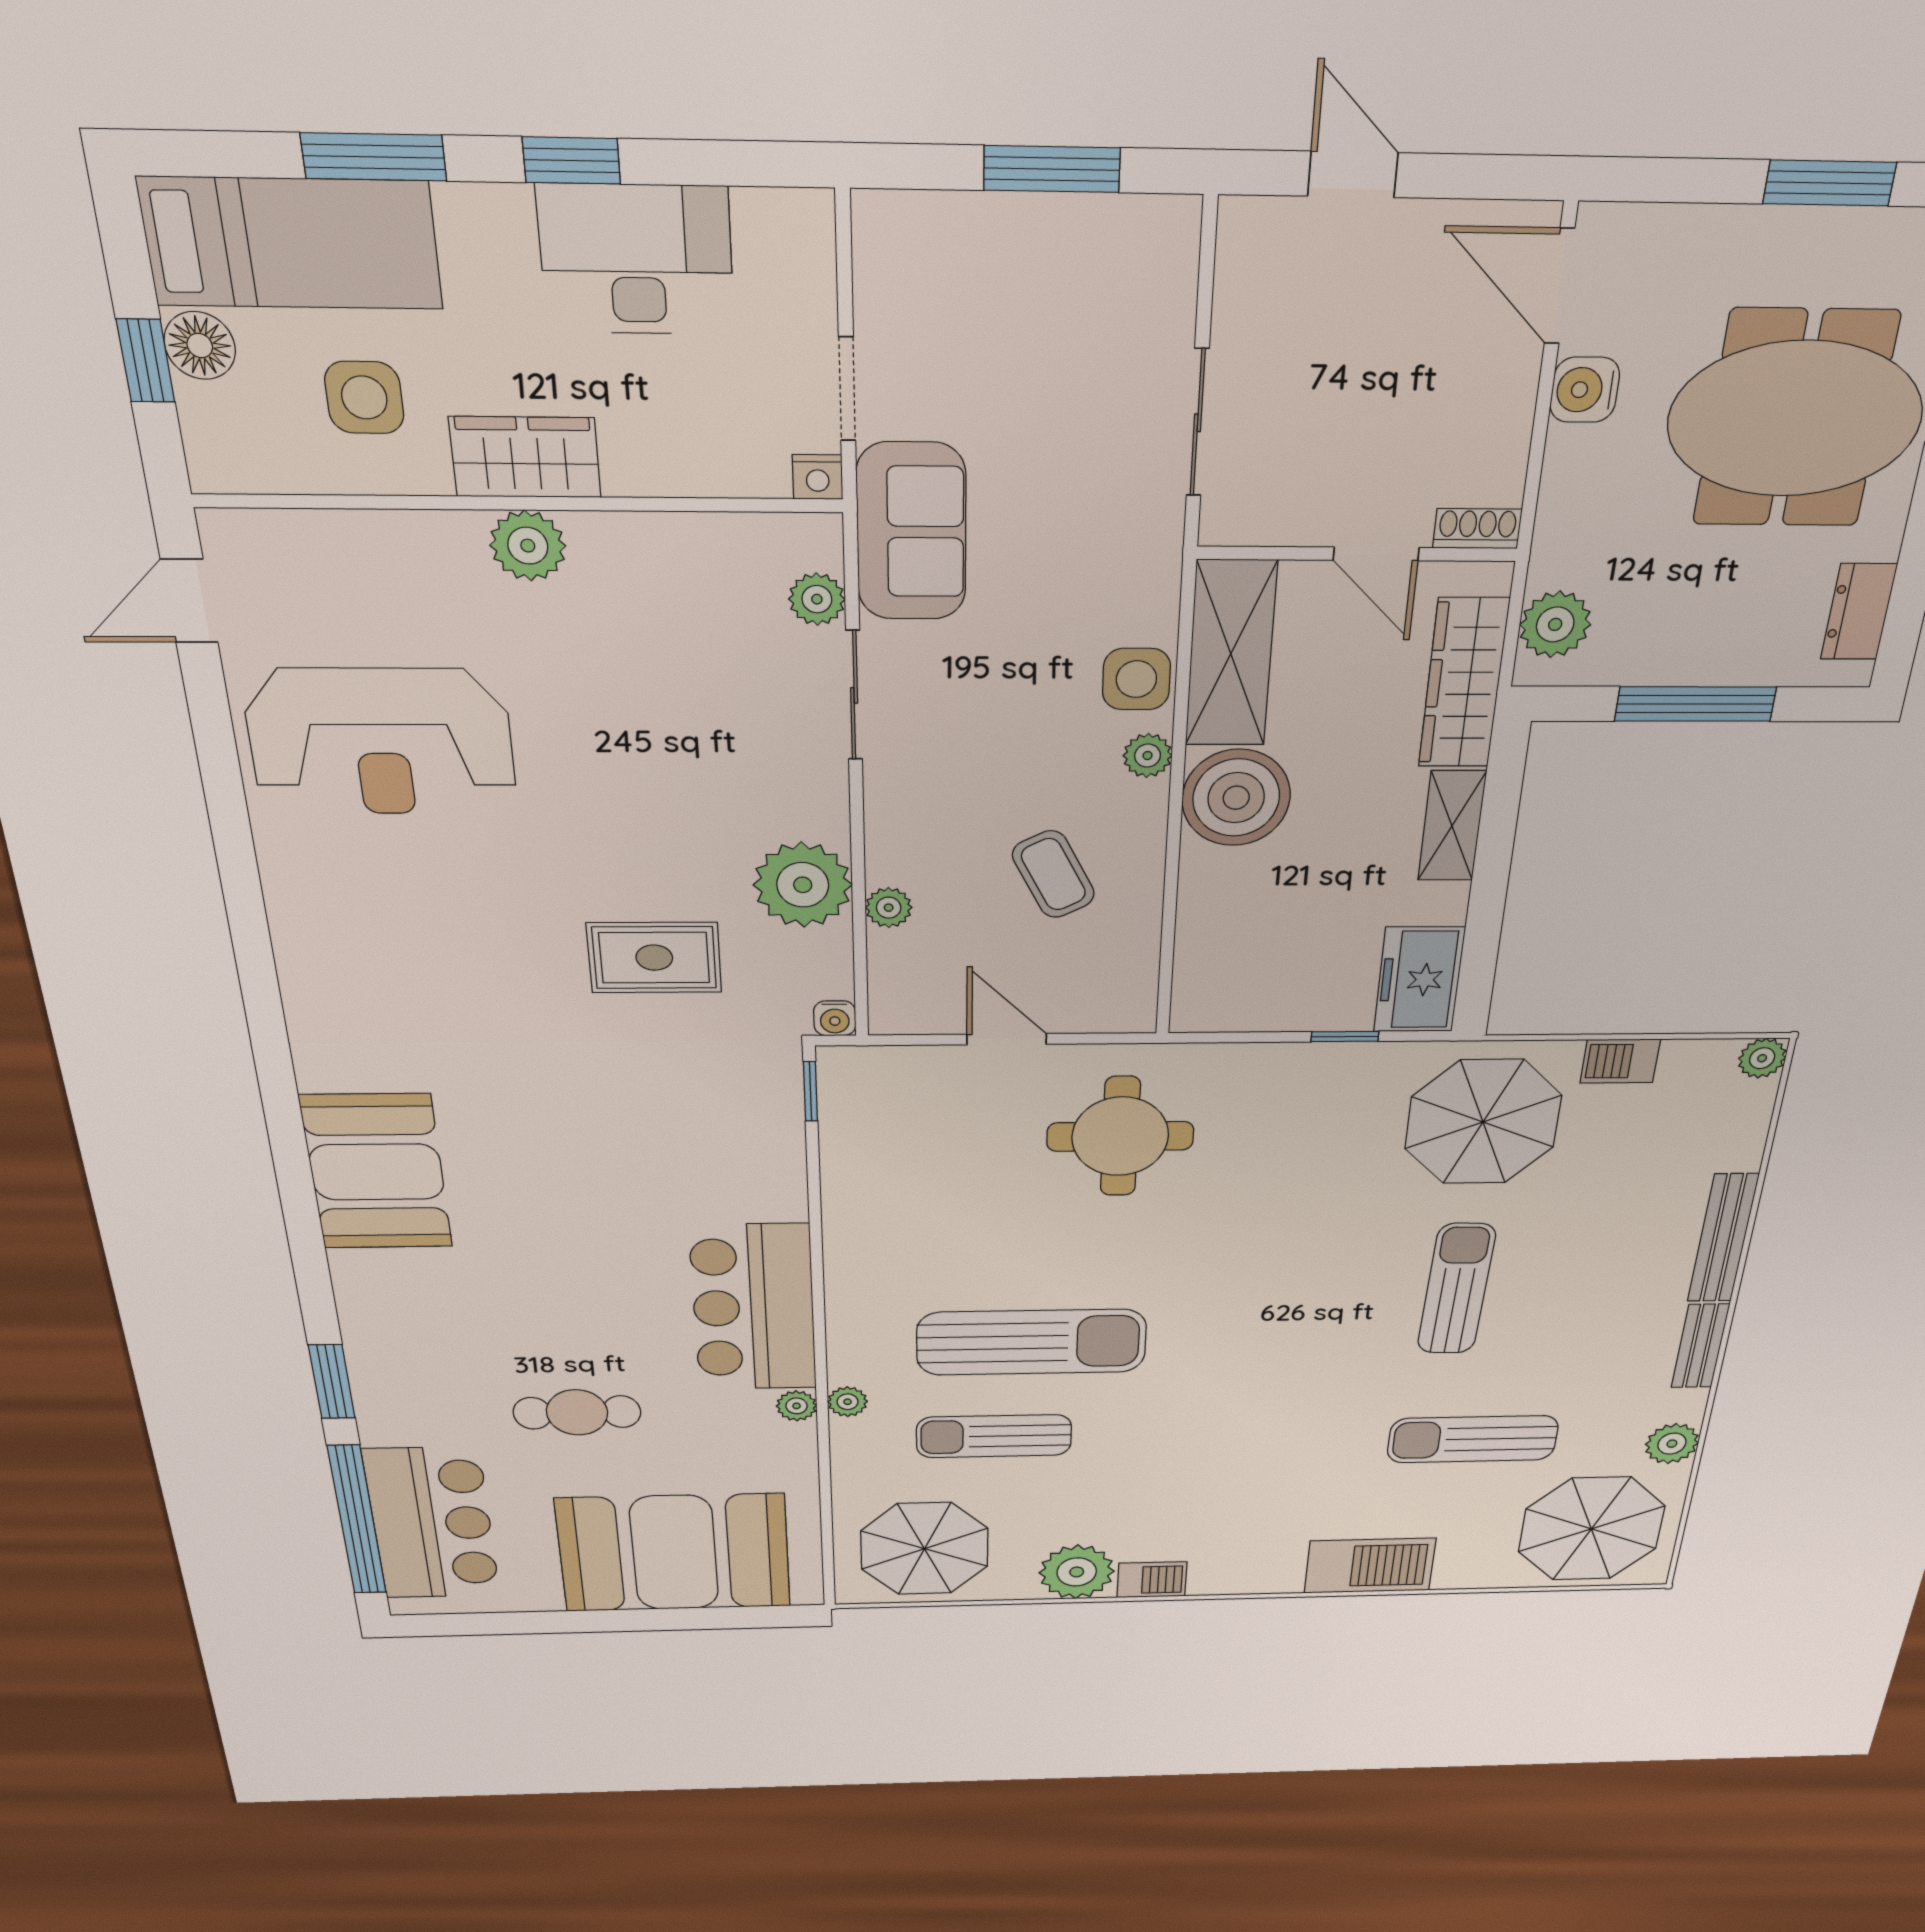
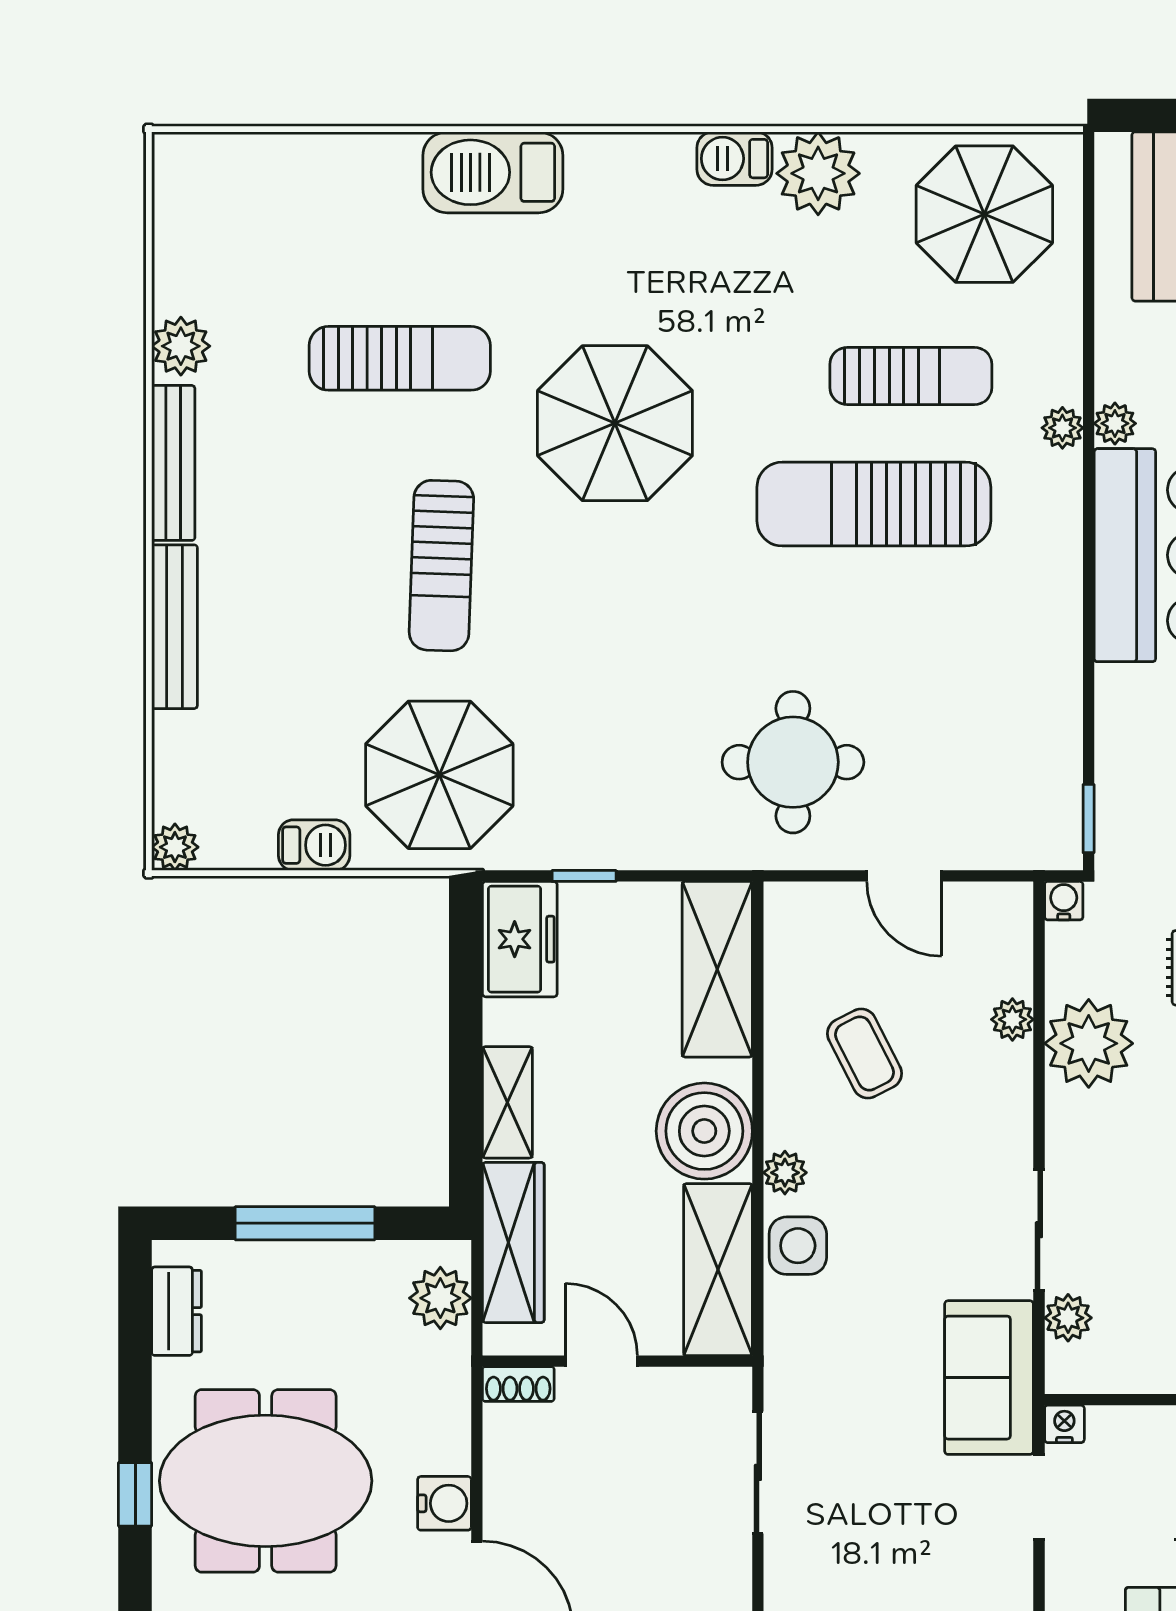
shelving: (1211, 953) -> (717, 969), added
bench: (1700, 1346) -> (173, 463), width x1.36
parasol: (1591, 1529) -> (615, 423), moved

